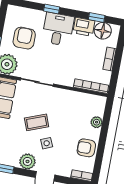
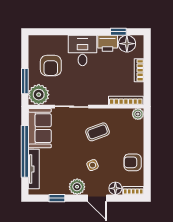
window: (52, 9) -> (72, 32), removed
armchair: (24, 38) -> (51, 66), turned 180
coffee table: (37, 122) -> (97, 132), moved
plant: (97, 122) -> (138, 114), moved
floor lamp: (65, 170) -> (115, 188), added

